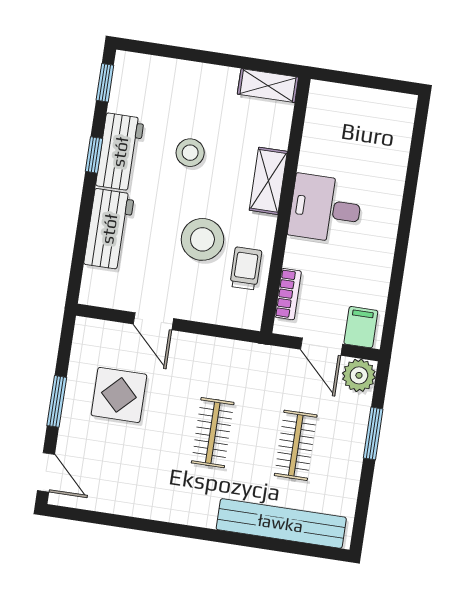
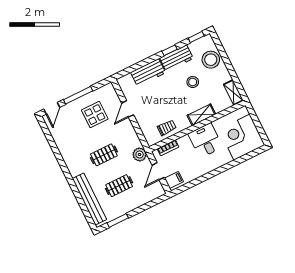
corner desk: (370, 131) -> (242, 137), added
stool: (202, 239) -> (211, 60), moved
plant: (359, 375) -> (140, 154), moved
window: (57, 401) -> (78, 95), width x1.44
window: (373, 433) -> (118, 220), moved

